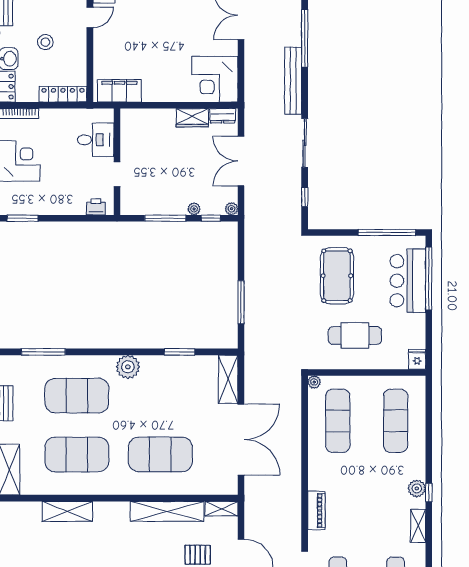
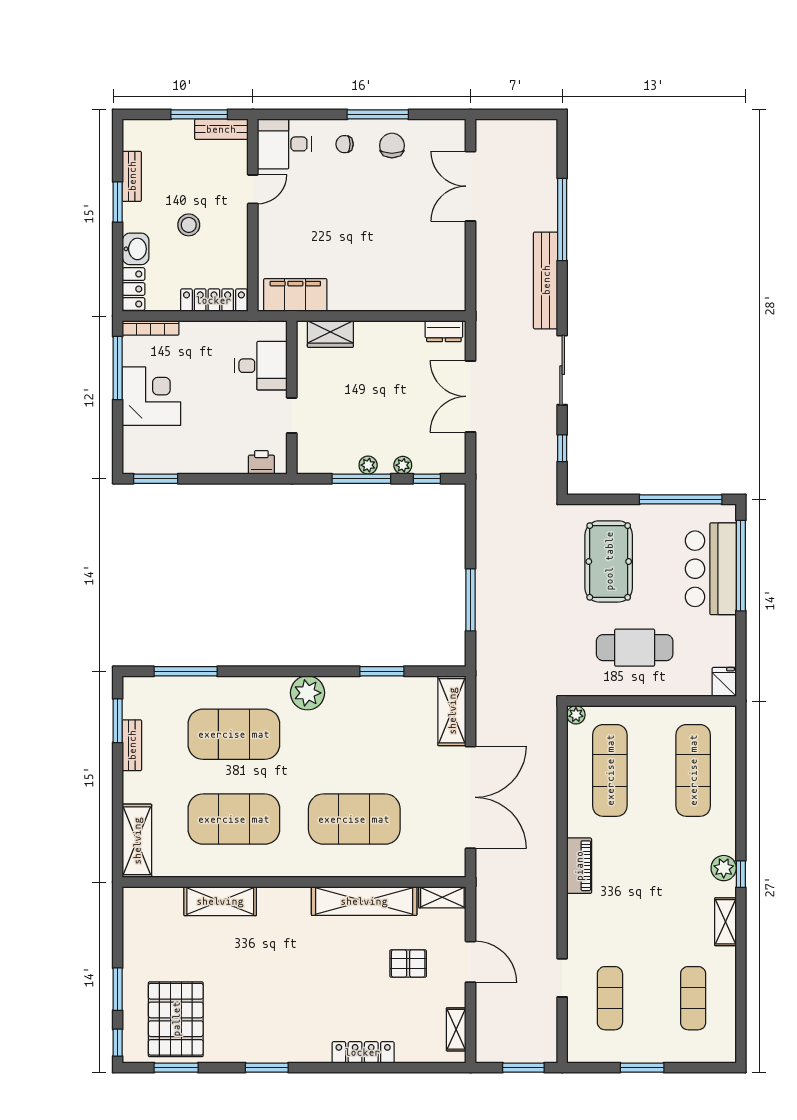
corner desk: (215, 79) -> (433, 278), removed
wardrobe: (192, 118) -> (330, 334), moved
plant: (232, 209) -> (368, 465), moved
piano: (316, 510) -> (579, 866), moved

